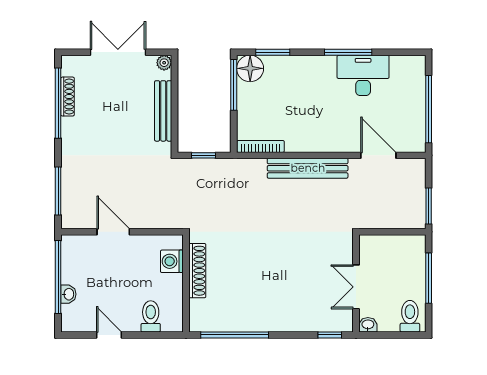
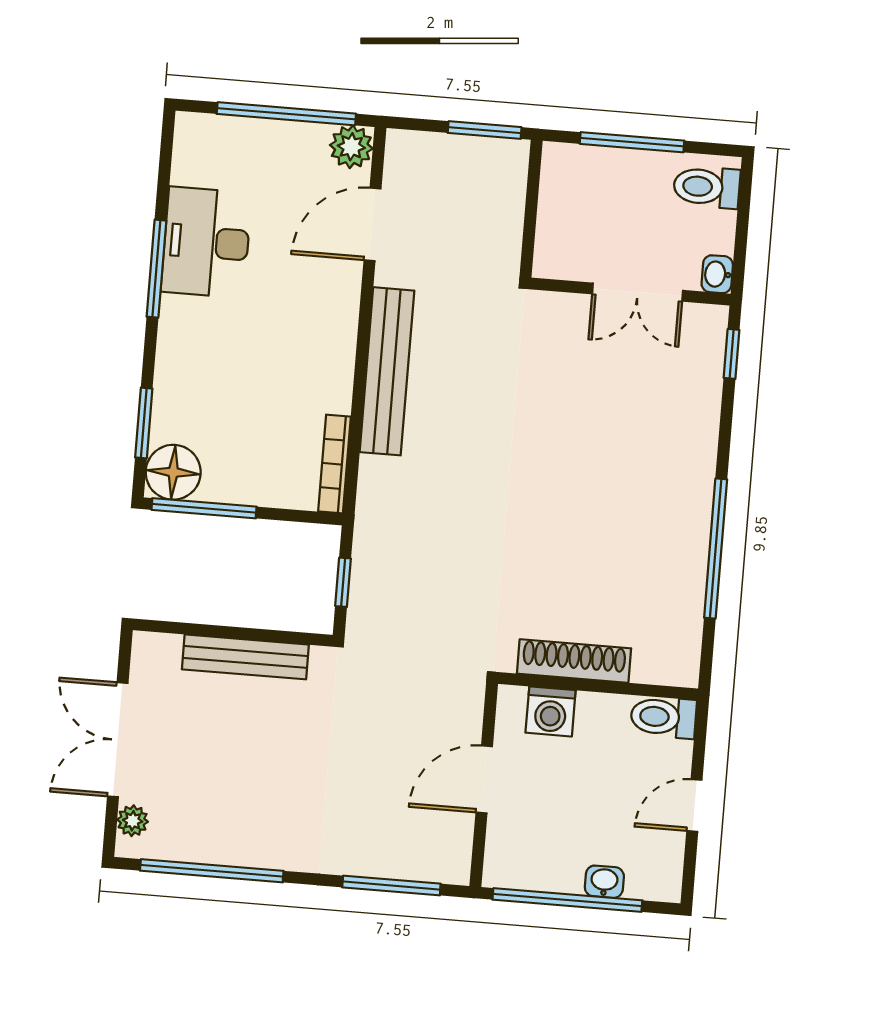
plant: (164, 63) -> (133, 821), moved
shoe rack: (68, 97) -> (200, 850), removed
plant: (415, 142) -> (351, 147), added
washing machine: (172, 261) -> (551, 711), moved
shoe rack: (197, 271) -> (574, 661), moved
wall: (186, 283) -> (598, 686), moved

